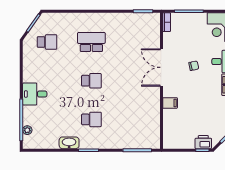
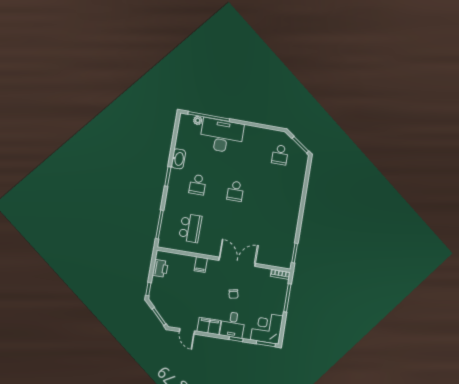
school desk: (91, 42) -> (190, 228), moved
desk: (35, 94) -> (222, 136), width x1.87, depth x1.30
printer: (203, 142) -> (160, 268), moved

